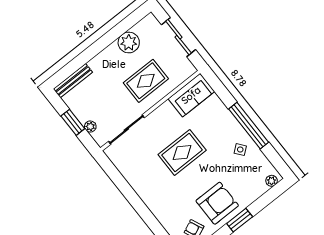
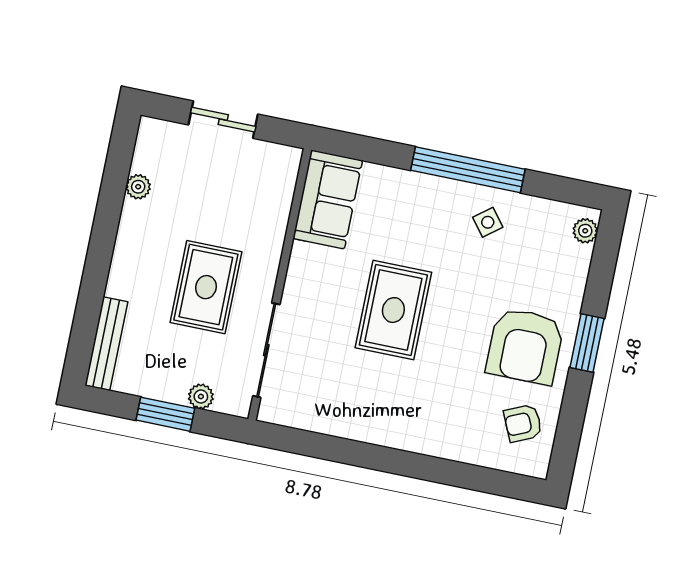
sliding door: (178, 37) -> (223, 120), width x0.73
plant: (129, 43) -> (138, 187), width x0.53, depth x0.53
rug: (146, 81) -> (206, 287), moved
armchair: (217, 203) -> (525, 346), turned 180

